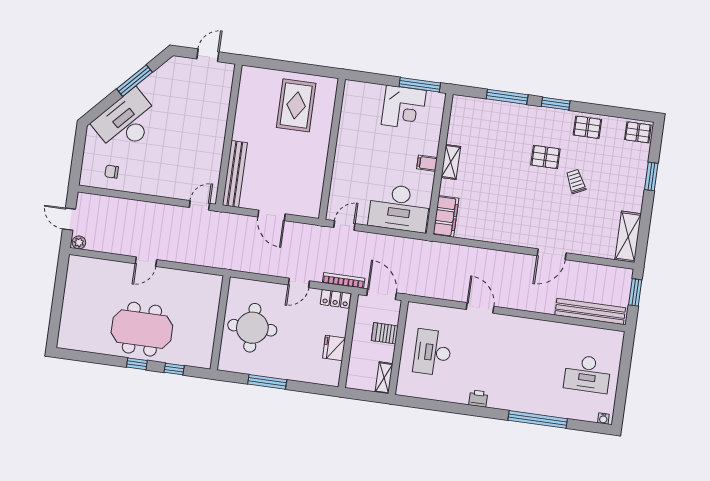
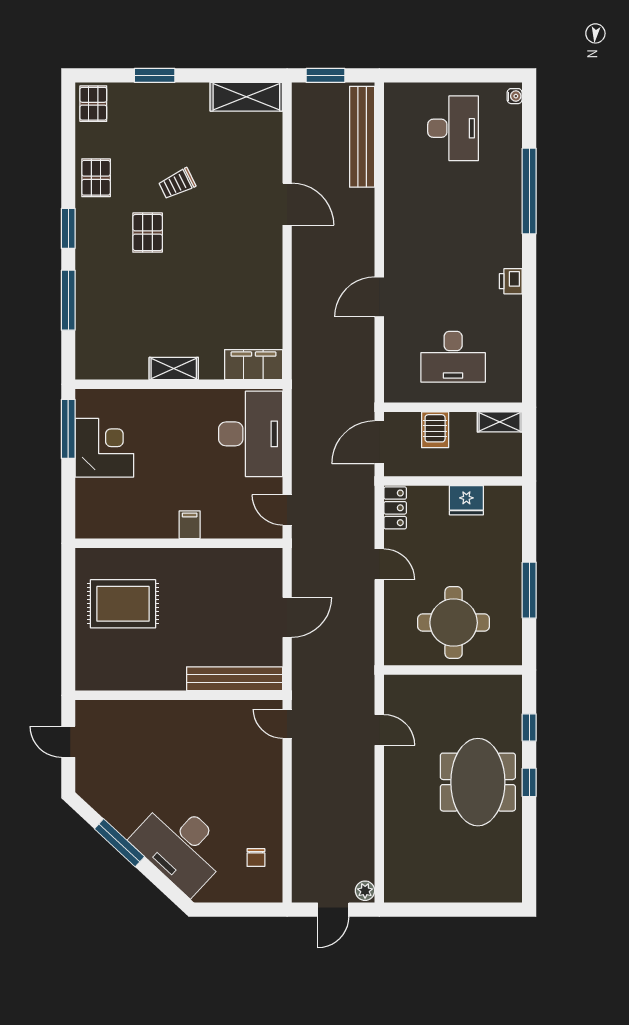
filing cabinet: (427, 163) -> (190, 525), moved, turned 180
door: (146, 262) -> (379, 730), moved
bookcase: (344, 281) -> (367, 500), removed

